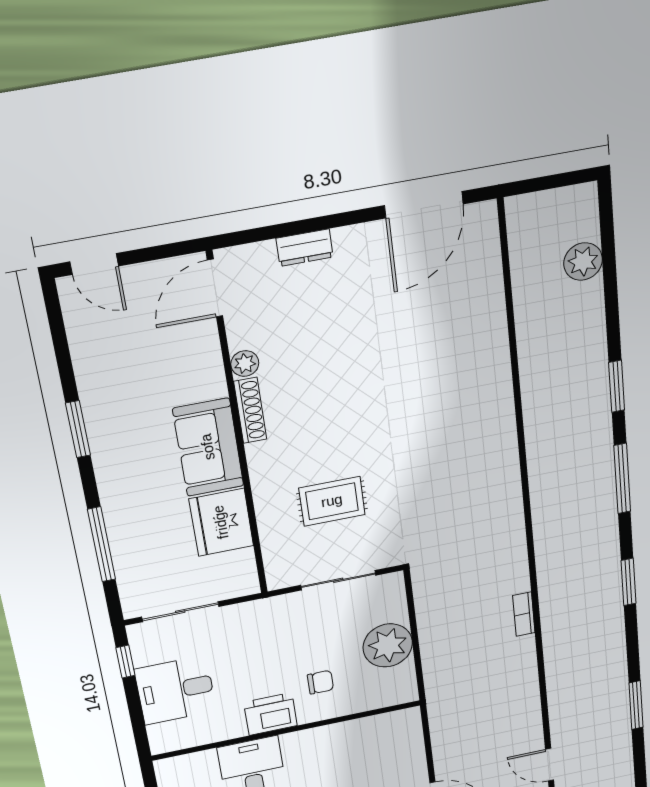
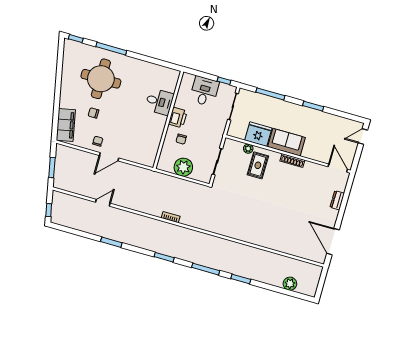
plant: (245, 364) -> (248, 149), moved
rug: (332, 501) -> (258, 165), moved

